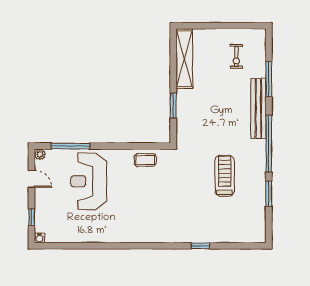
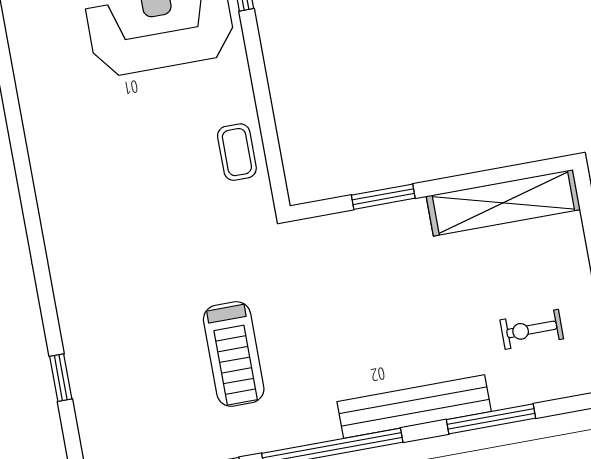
treadmill: (225, 176) -> (234, 354), turned 90
window: (200, 246) -> (61, 378), moved

